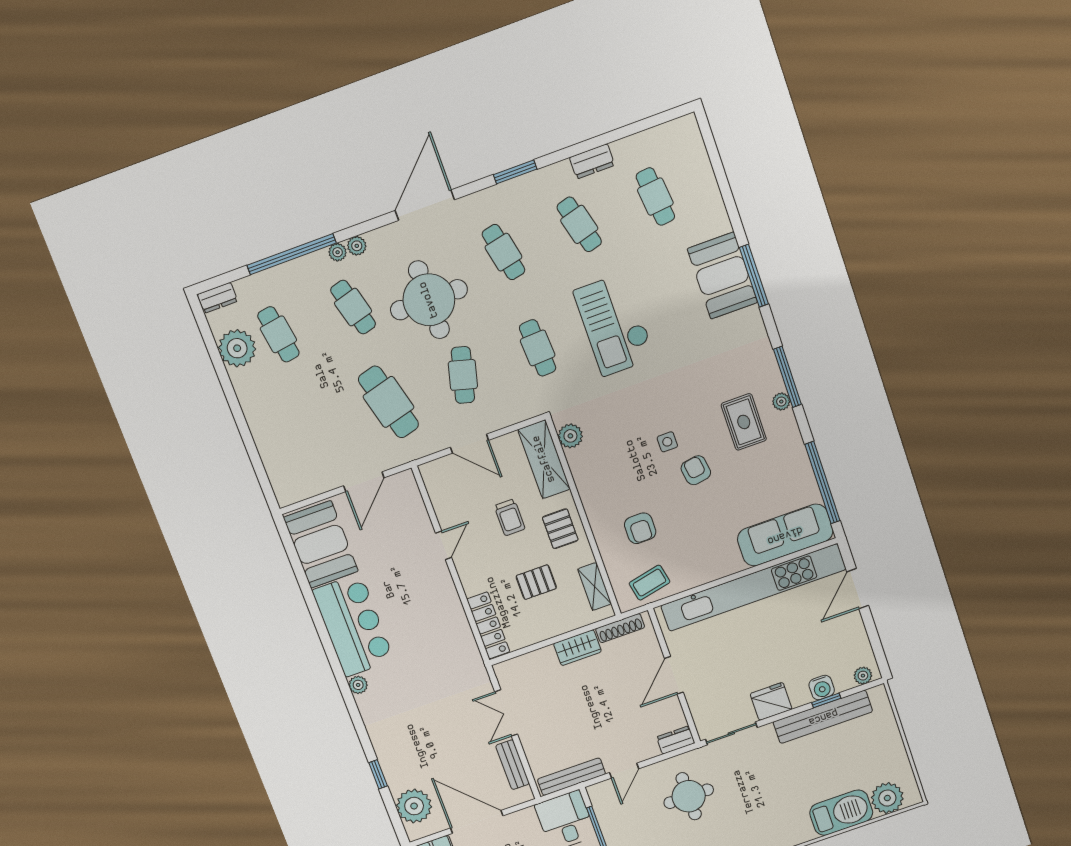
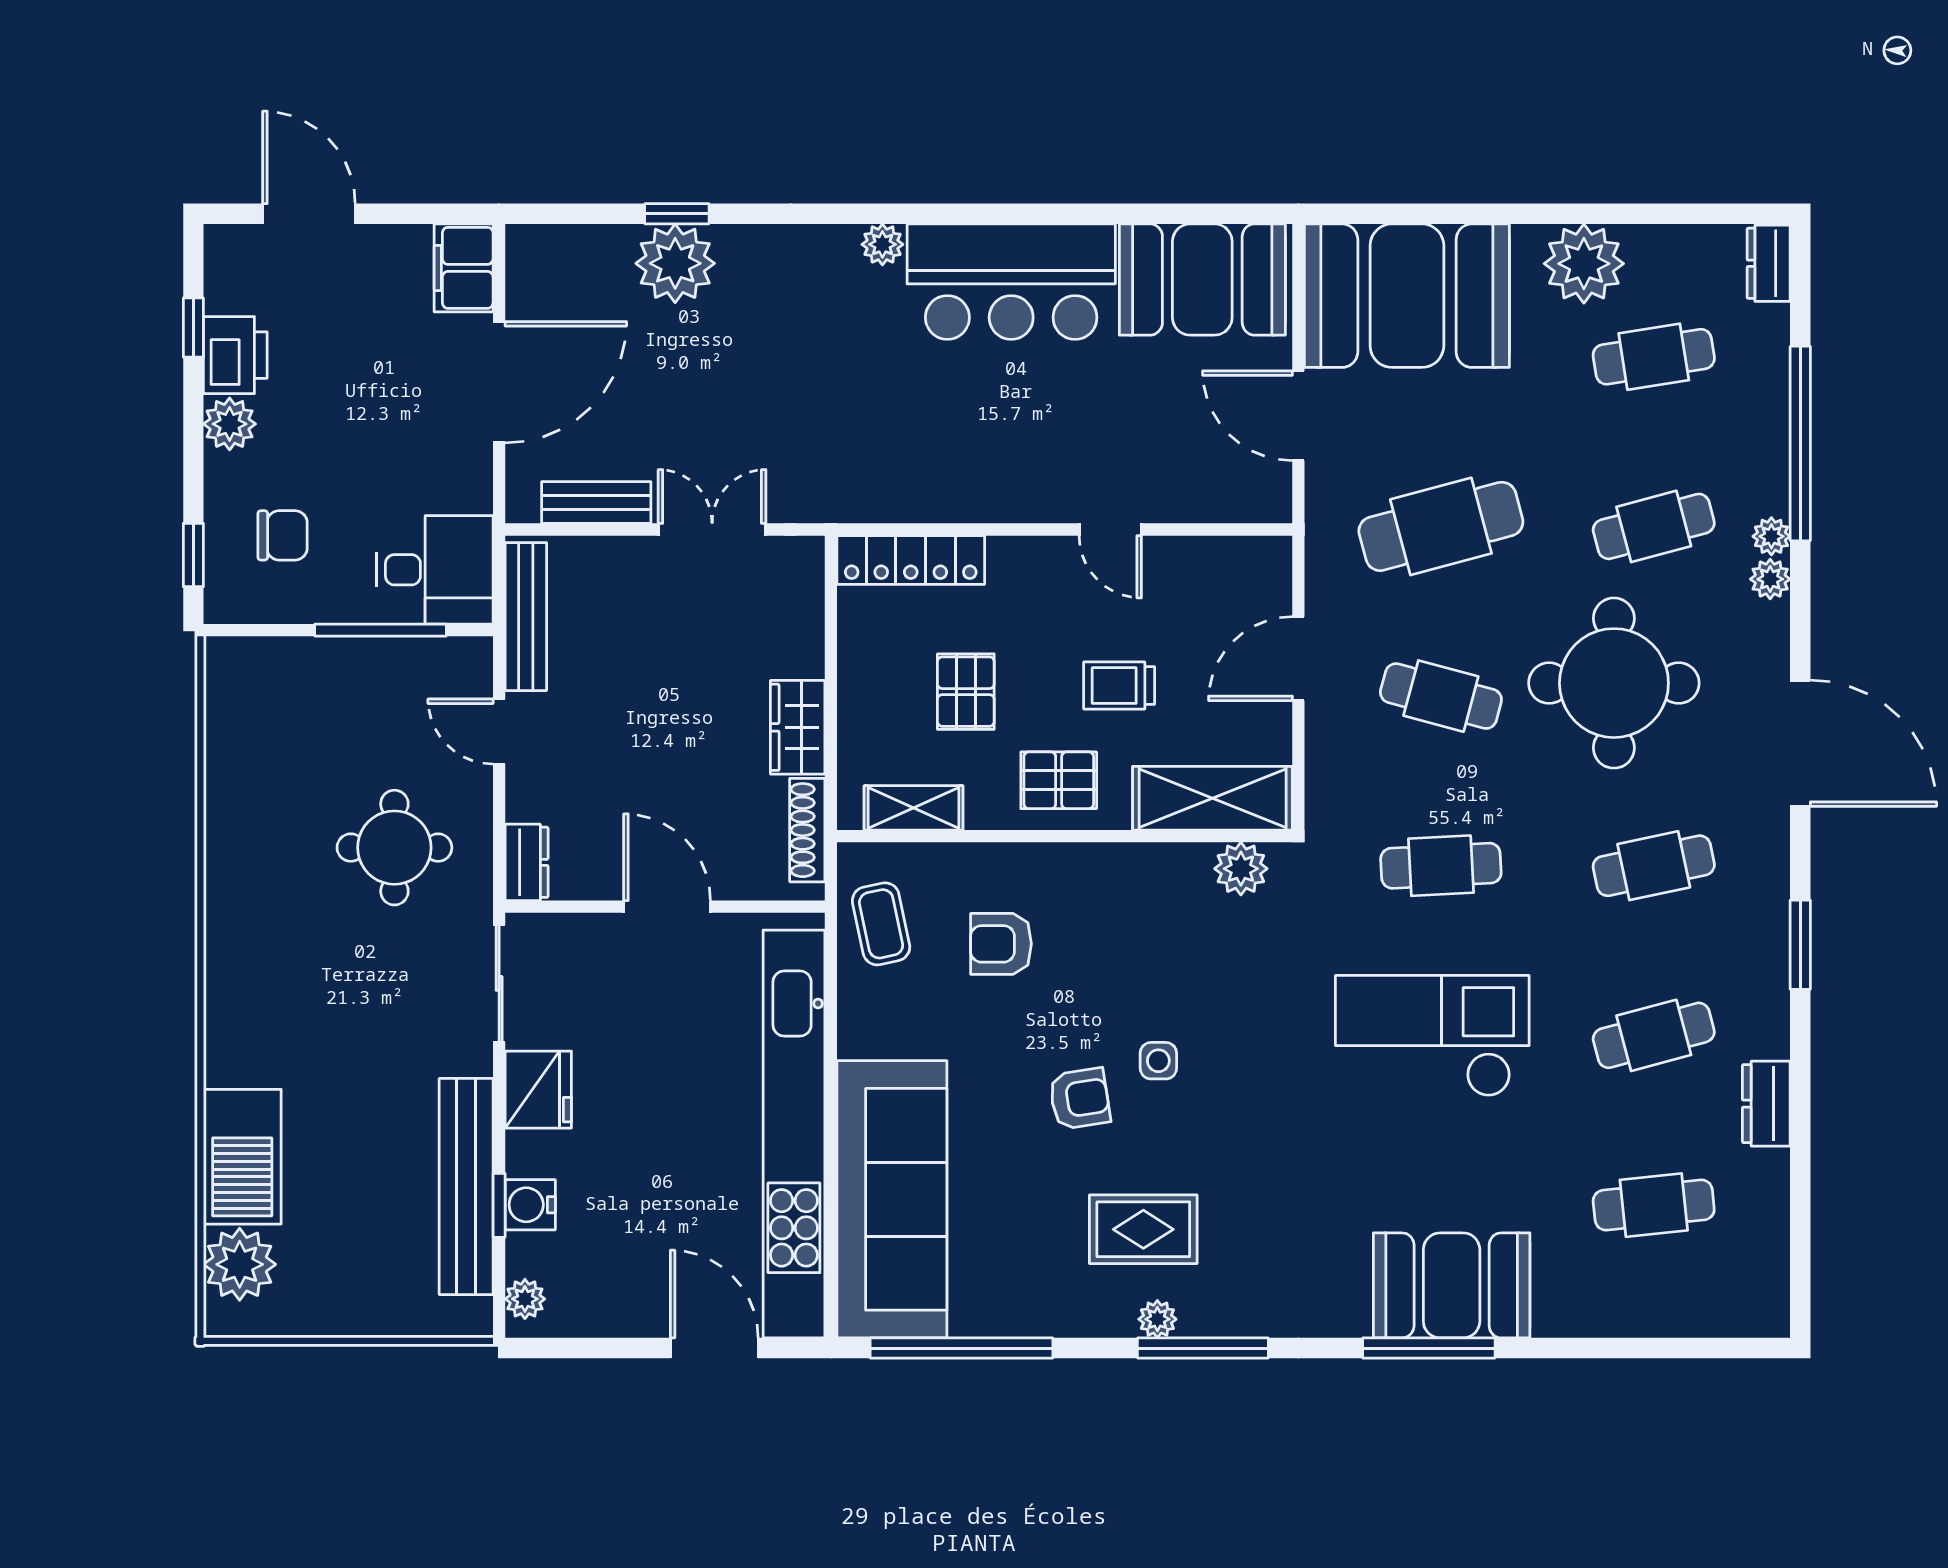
plant: (237, 348) -> (1584, 264), moved
booth: (294, 453) -> (1407, 296), added
sofa: (785, 535) -> (892, 1199), width x1.36, depth x1.27
plant: (414, 806) -> (675, 263), moved

